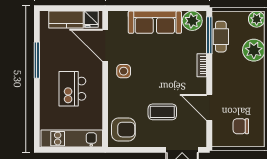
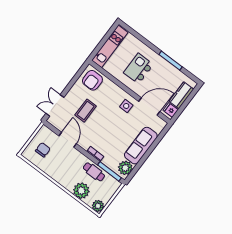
cafe table: (221, 37) -> (94, 172), moved
kitchen island: (72, 89) -> (139, 69), turned -90
door: (209, 107) -> (68, 140), hinge flipped

